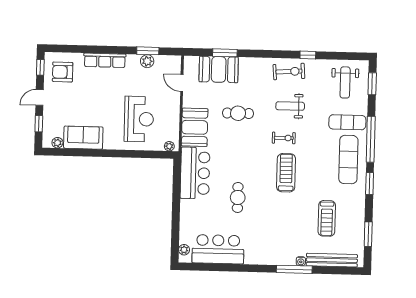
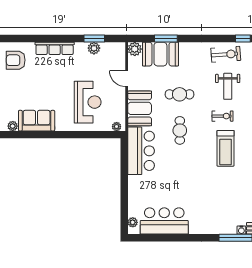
plant: (191, 63) -> (135, 49), added
door: (182, 83) -> (127, 79), moved
weight bench: (290, 106) -> (228, 86), turned -90
treadmill: (286, 173) -> (226, 148), turned 180
cafe table: (238, 197) -> (180, 130), moved

